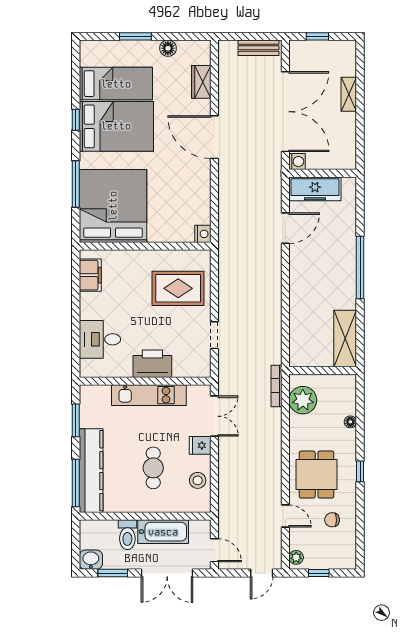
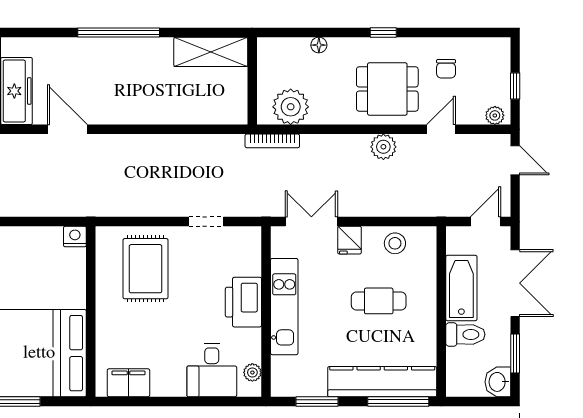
plant: (98, 371) -> (252, 372), added
plant: (272, 472) -> (383, 147), added

